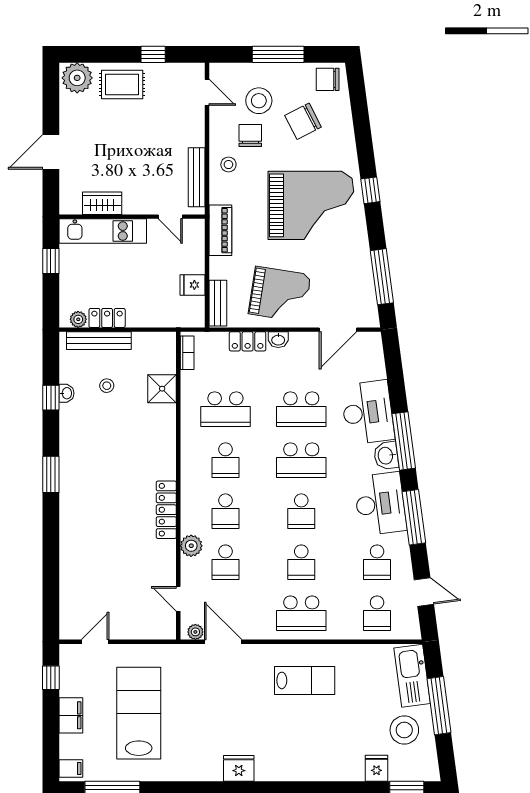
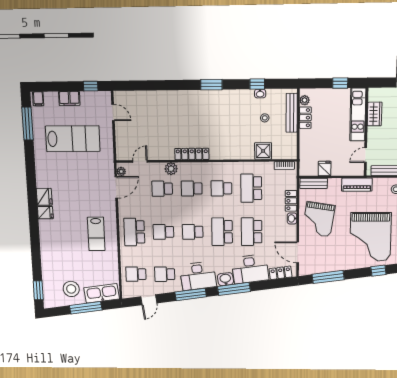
locker: (374, 359) -> (281, 273), added
fridge: (376, 768) -> (45, 213), moved

